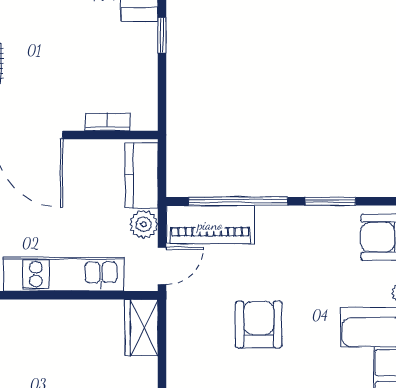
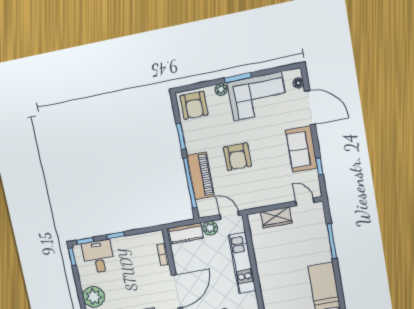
piano: (210, 225) -> (201, 176), moved
armchair: (259, 325) -> (237, 157), moved, turned -90
wardrobe: (141, 328) -> (276, 217), moved

